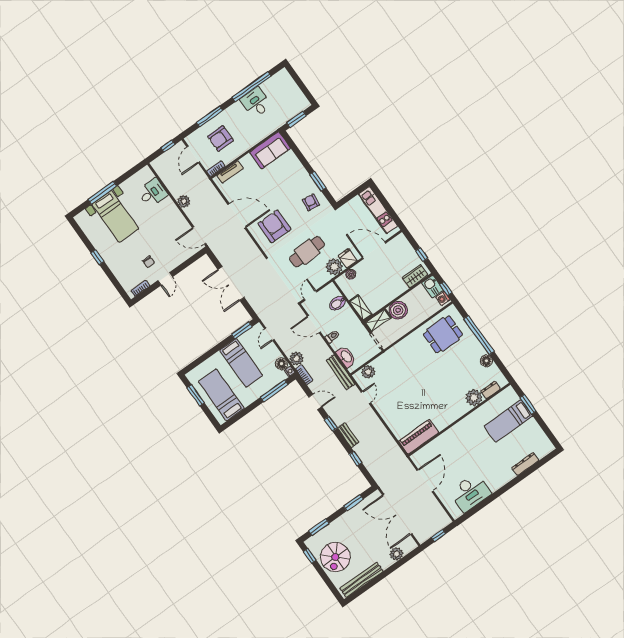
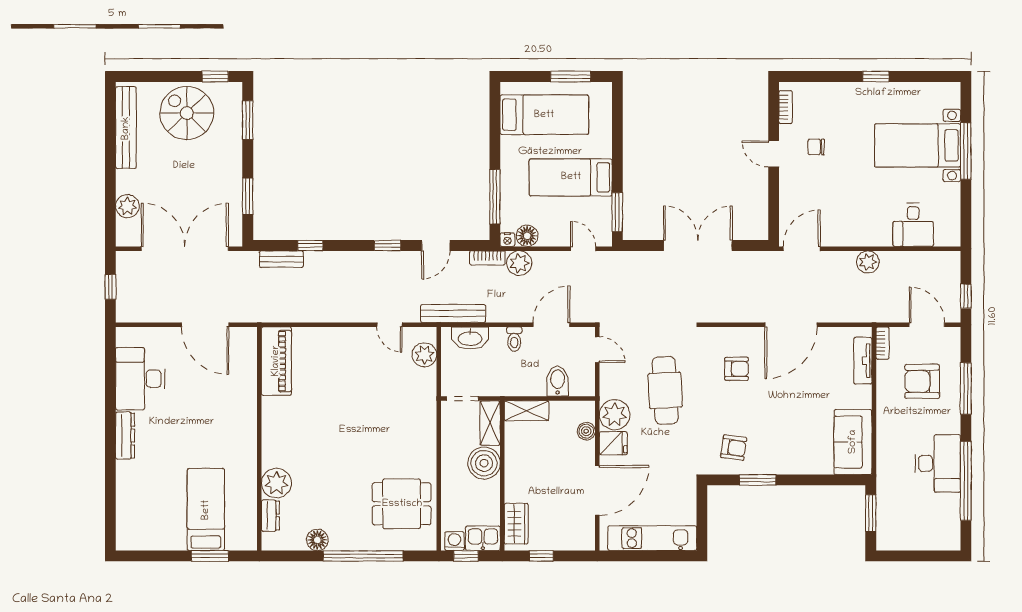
desk: (256, 103) -> (938, 463), width x1.37
armchair: (220, 138) -> (922, 381), turned -90
armchair: (274, 226) -> (737, 369), width x0.53, depth x0.53
dining table: (443, 334) -> (402, 504), turned 90
bench: (348, 435) -> (281, 259), moved
dresser: (525, 464) -> (125, 436), moved

